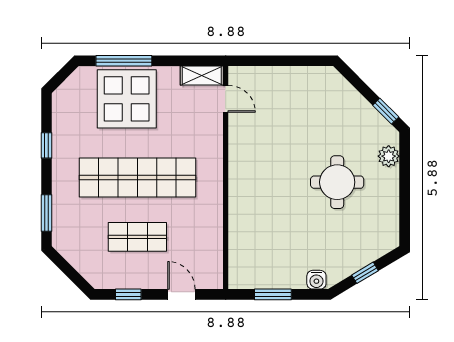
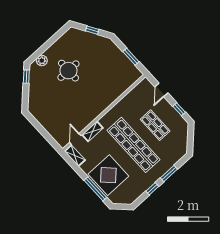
shelving: (214, 135) -> (93, 131), added
window: (47, 213) -> (169, 174), moved
water cooler: (316, 280) -> (111, 46), removed

